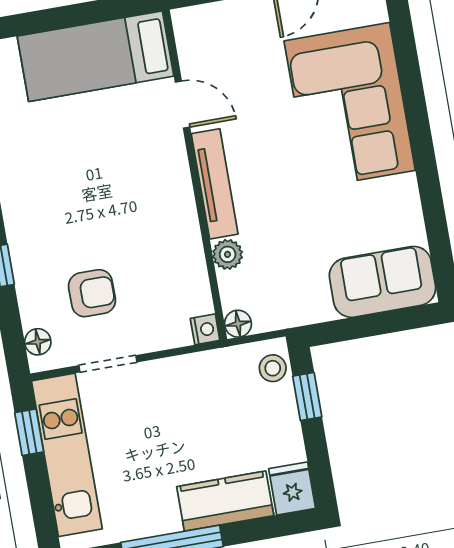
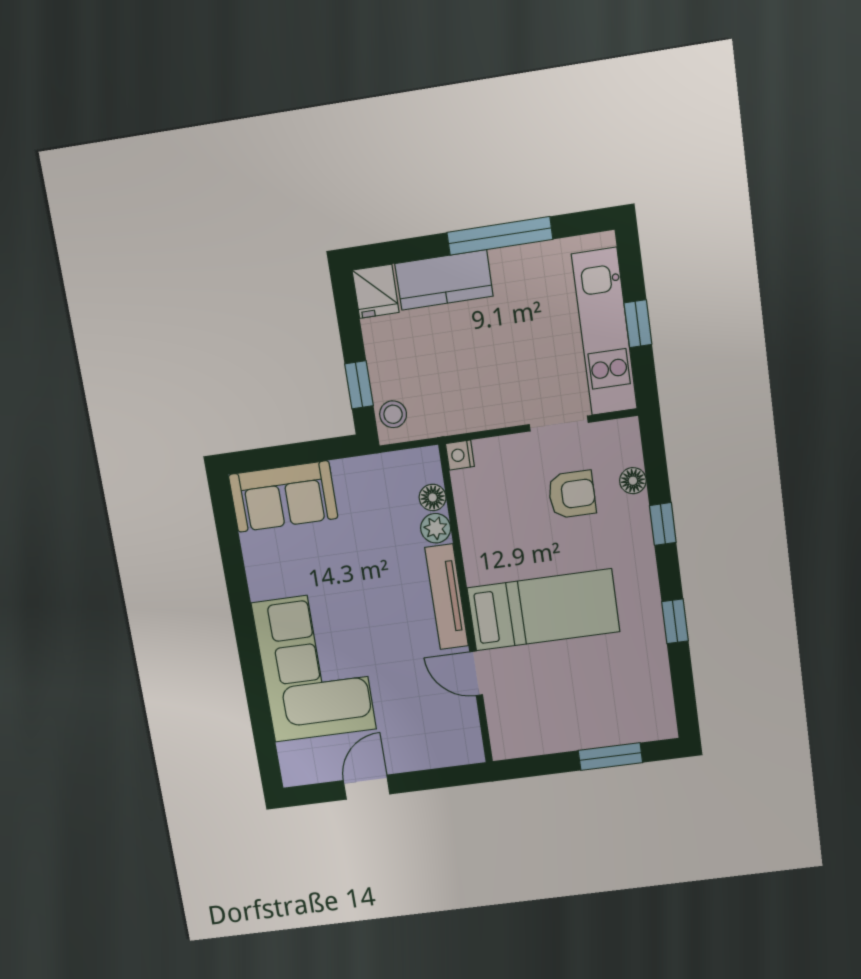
window: (41, 21) -> (610, 757), added
bed: (96, 56) -> (543, 610), moved
armchair: (92, 293) -> (572, 494), turned 180
floor lamp: (238, 324) -> (433, 498), moved
floor lamp: (38, 342) -> (633, 481), moved
window: (29, 432) -> (638, 324), moved

